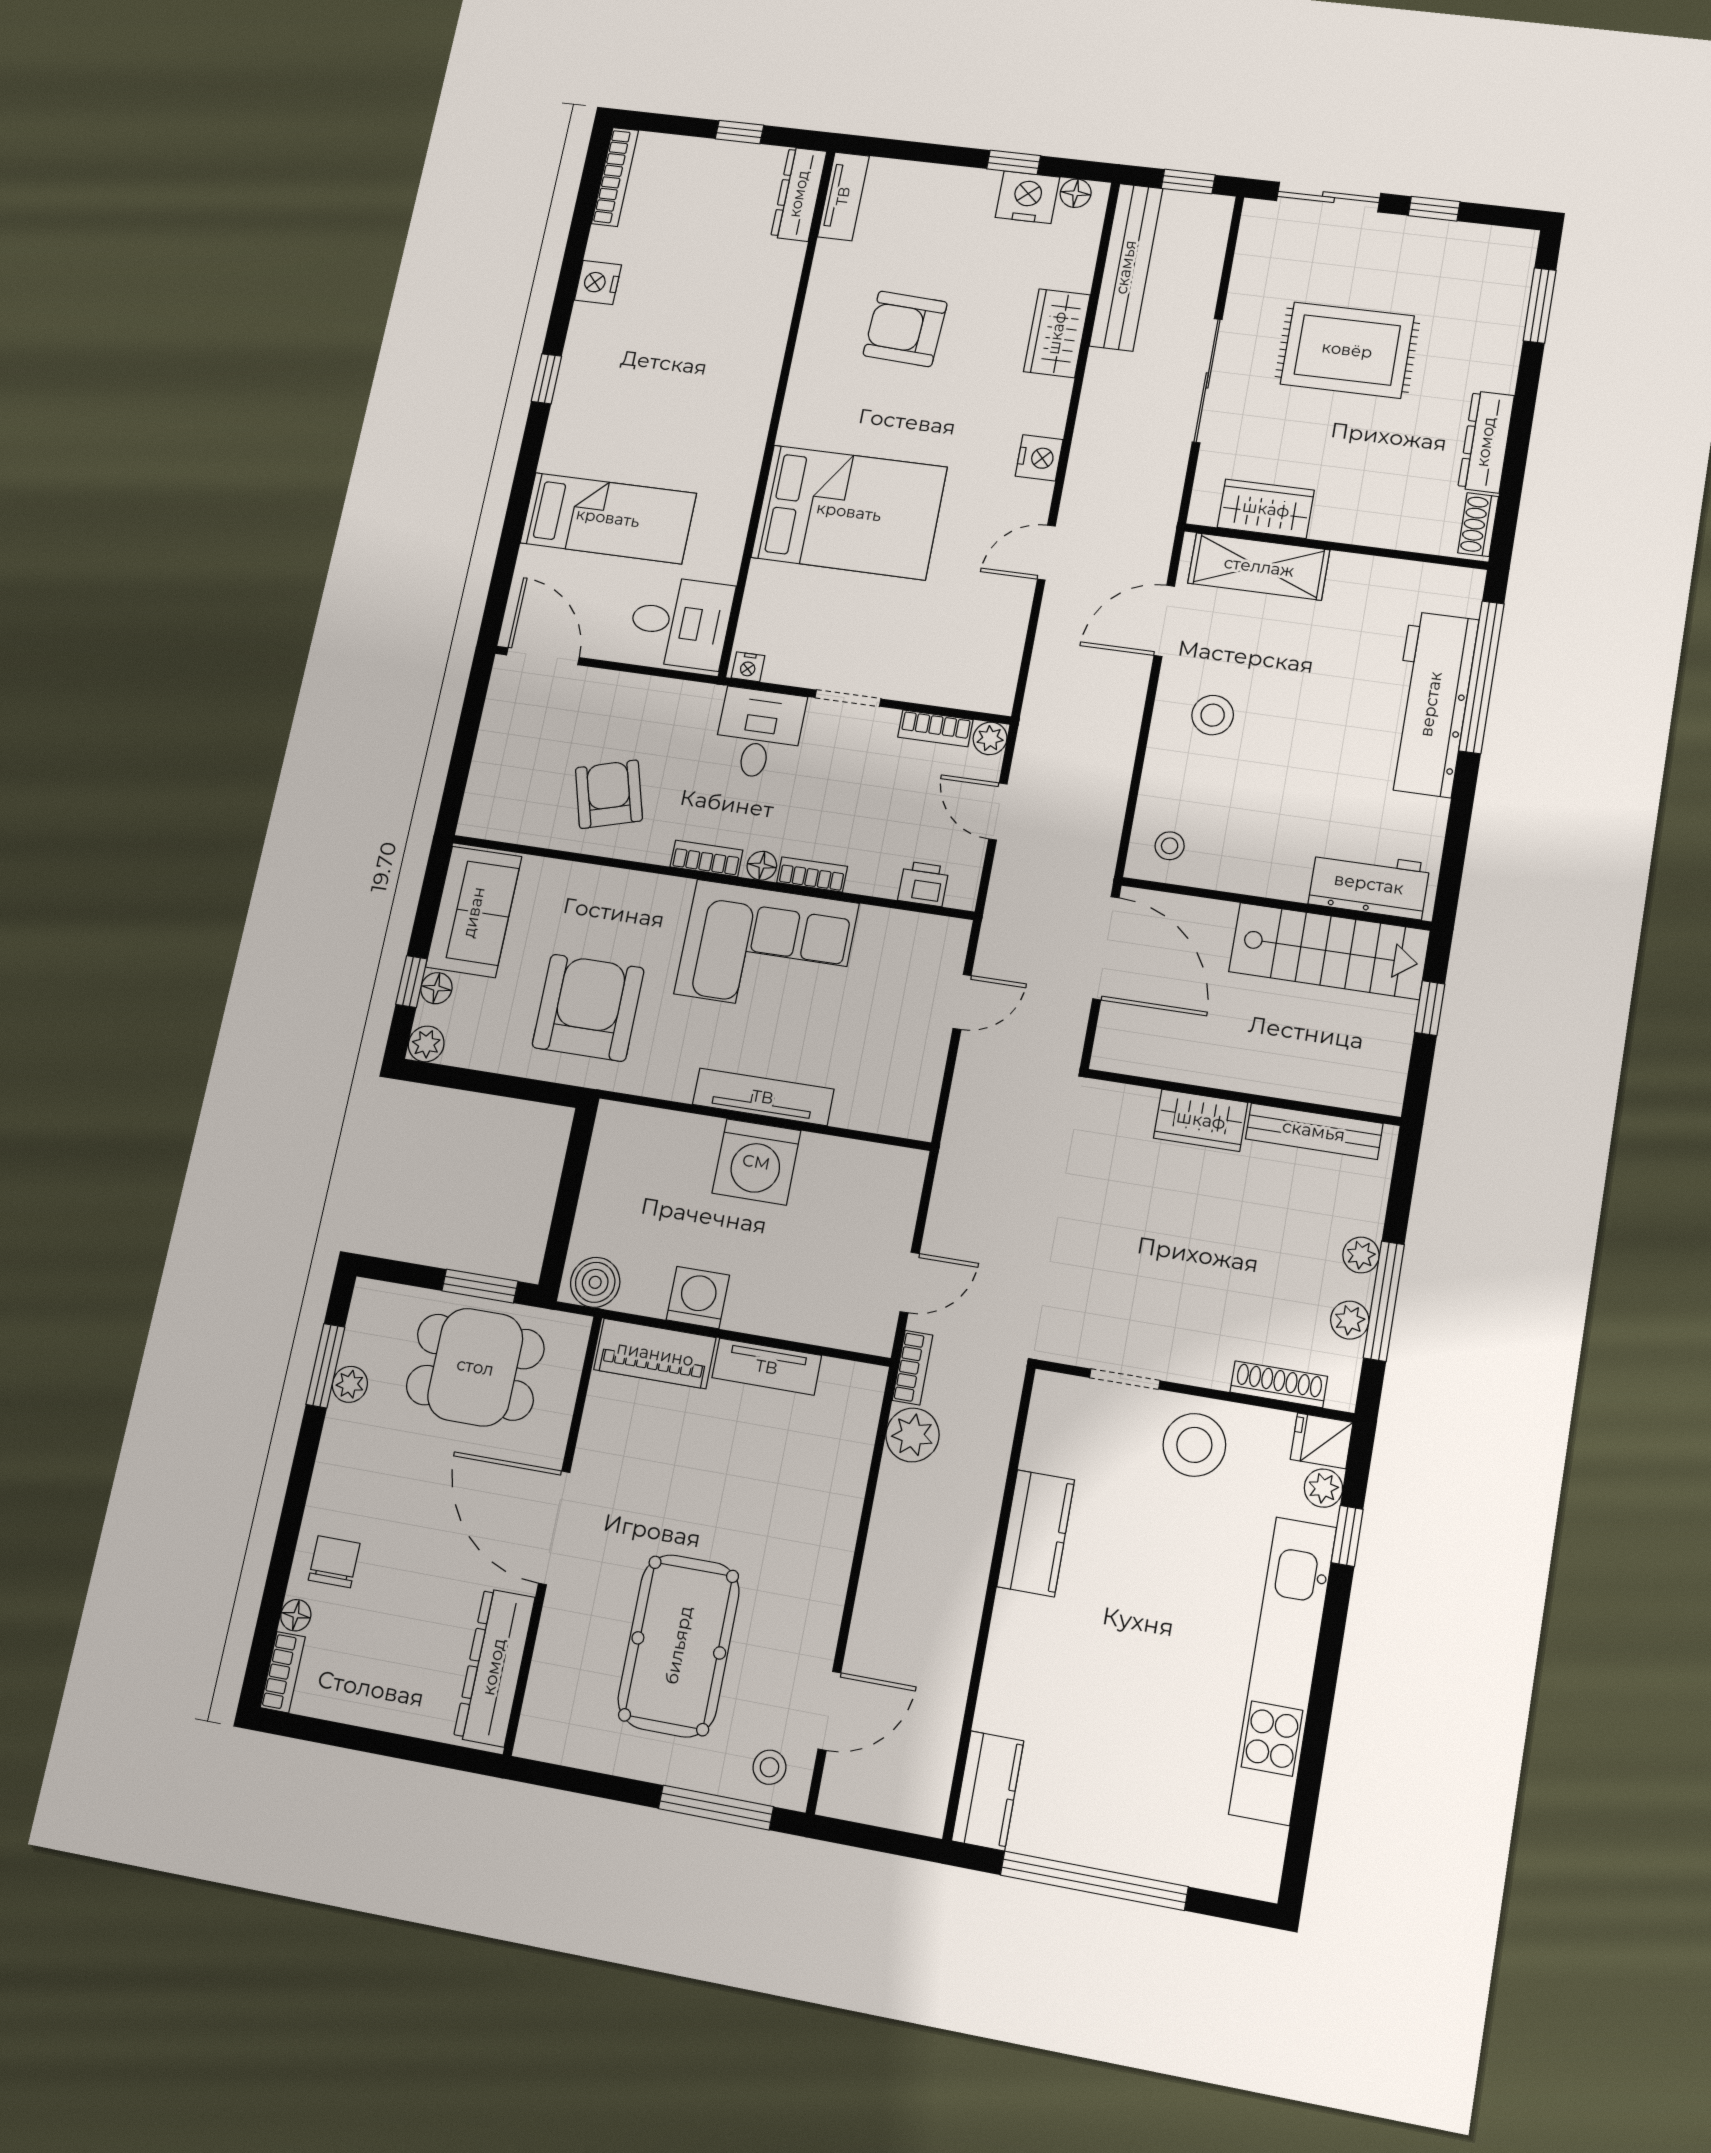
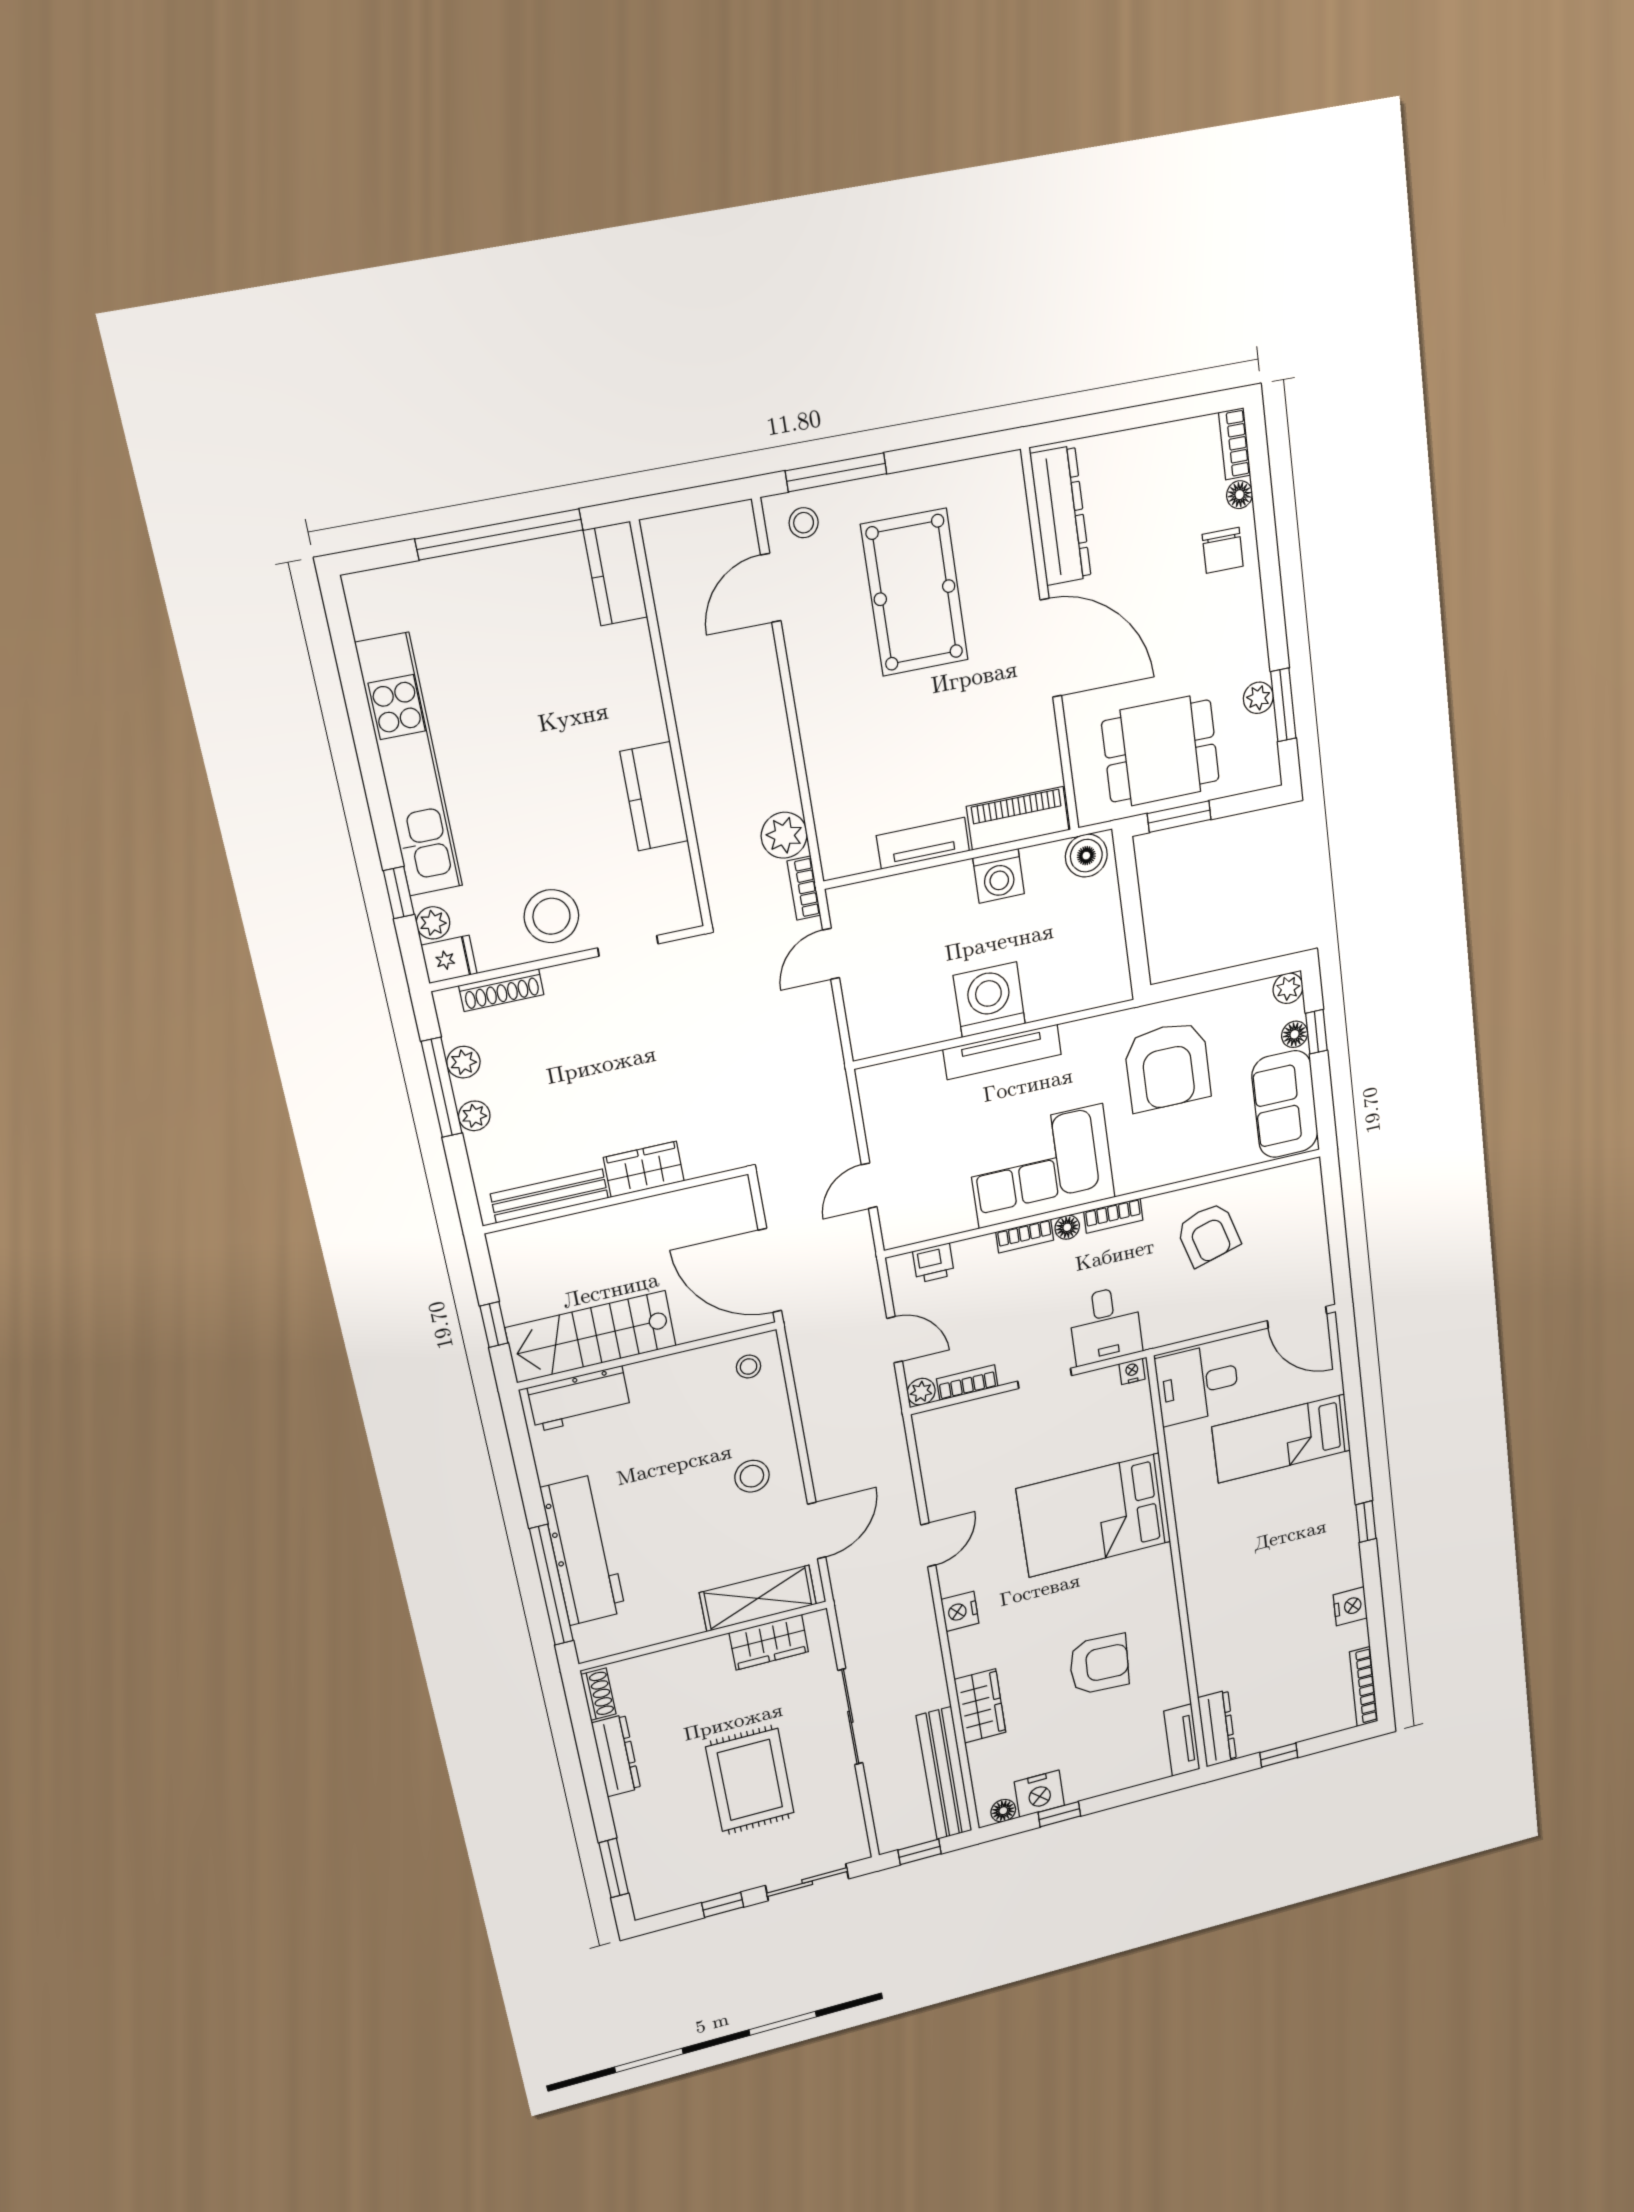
rug: (1347, 350) -> (750, 1780), turned 90

